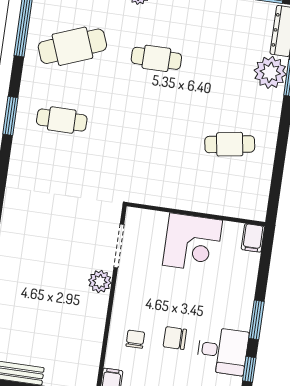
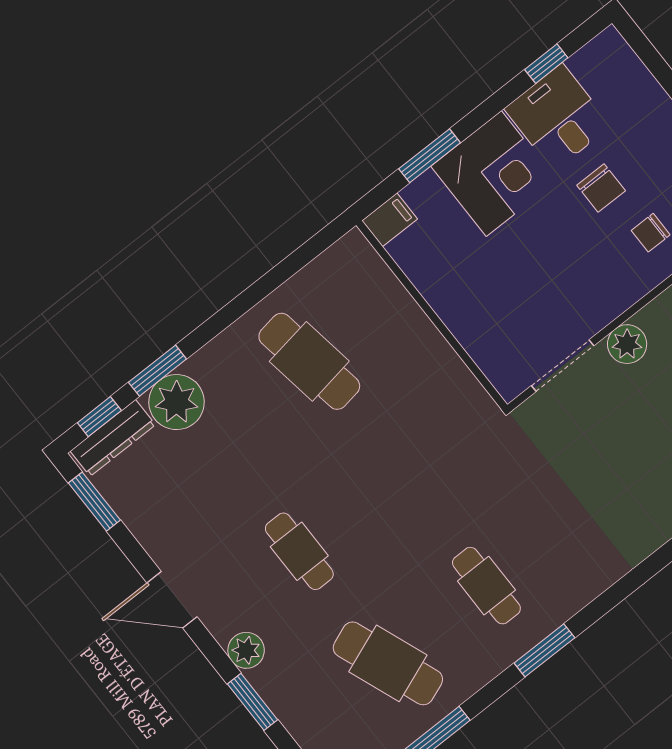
cafe table: (230, 144) -> (309, 361), width x1.37, depth x1.35
corner desk: (192, 243) -> (494, 174), moved, turned 90
window: (256, 320) -> (430, 156), moved

